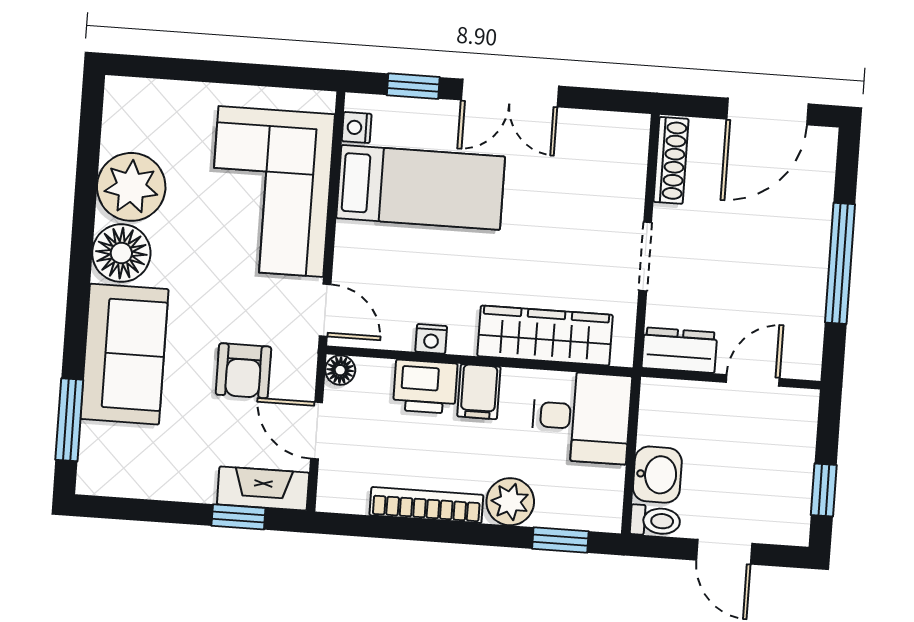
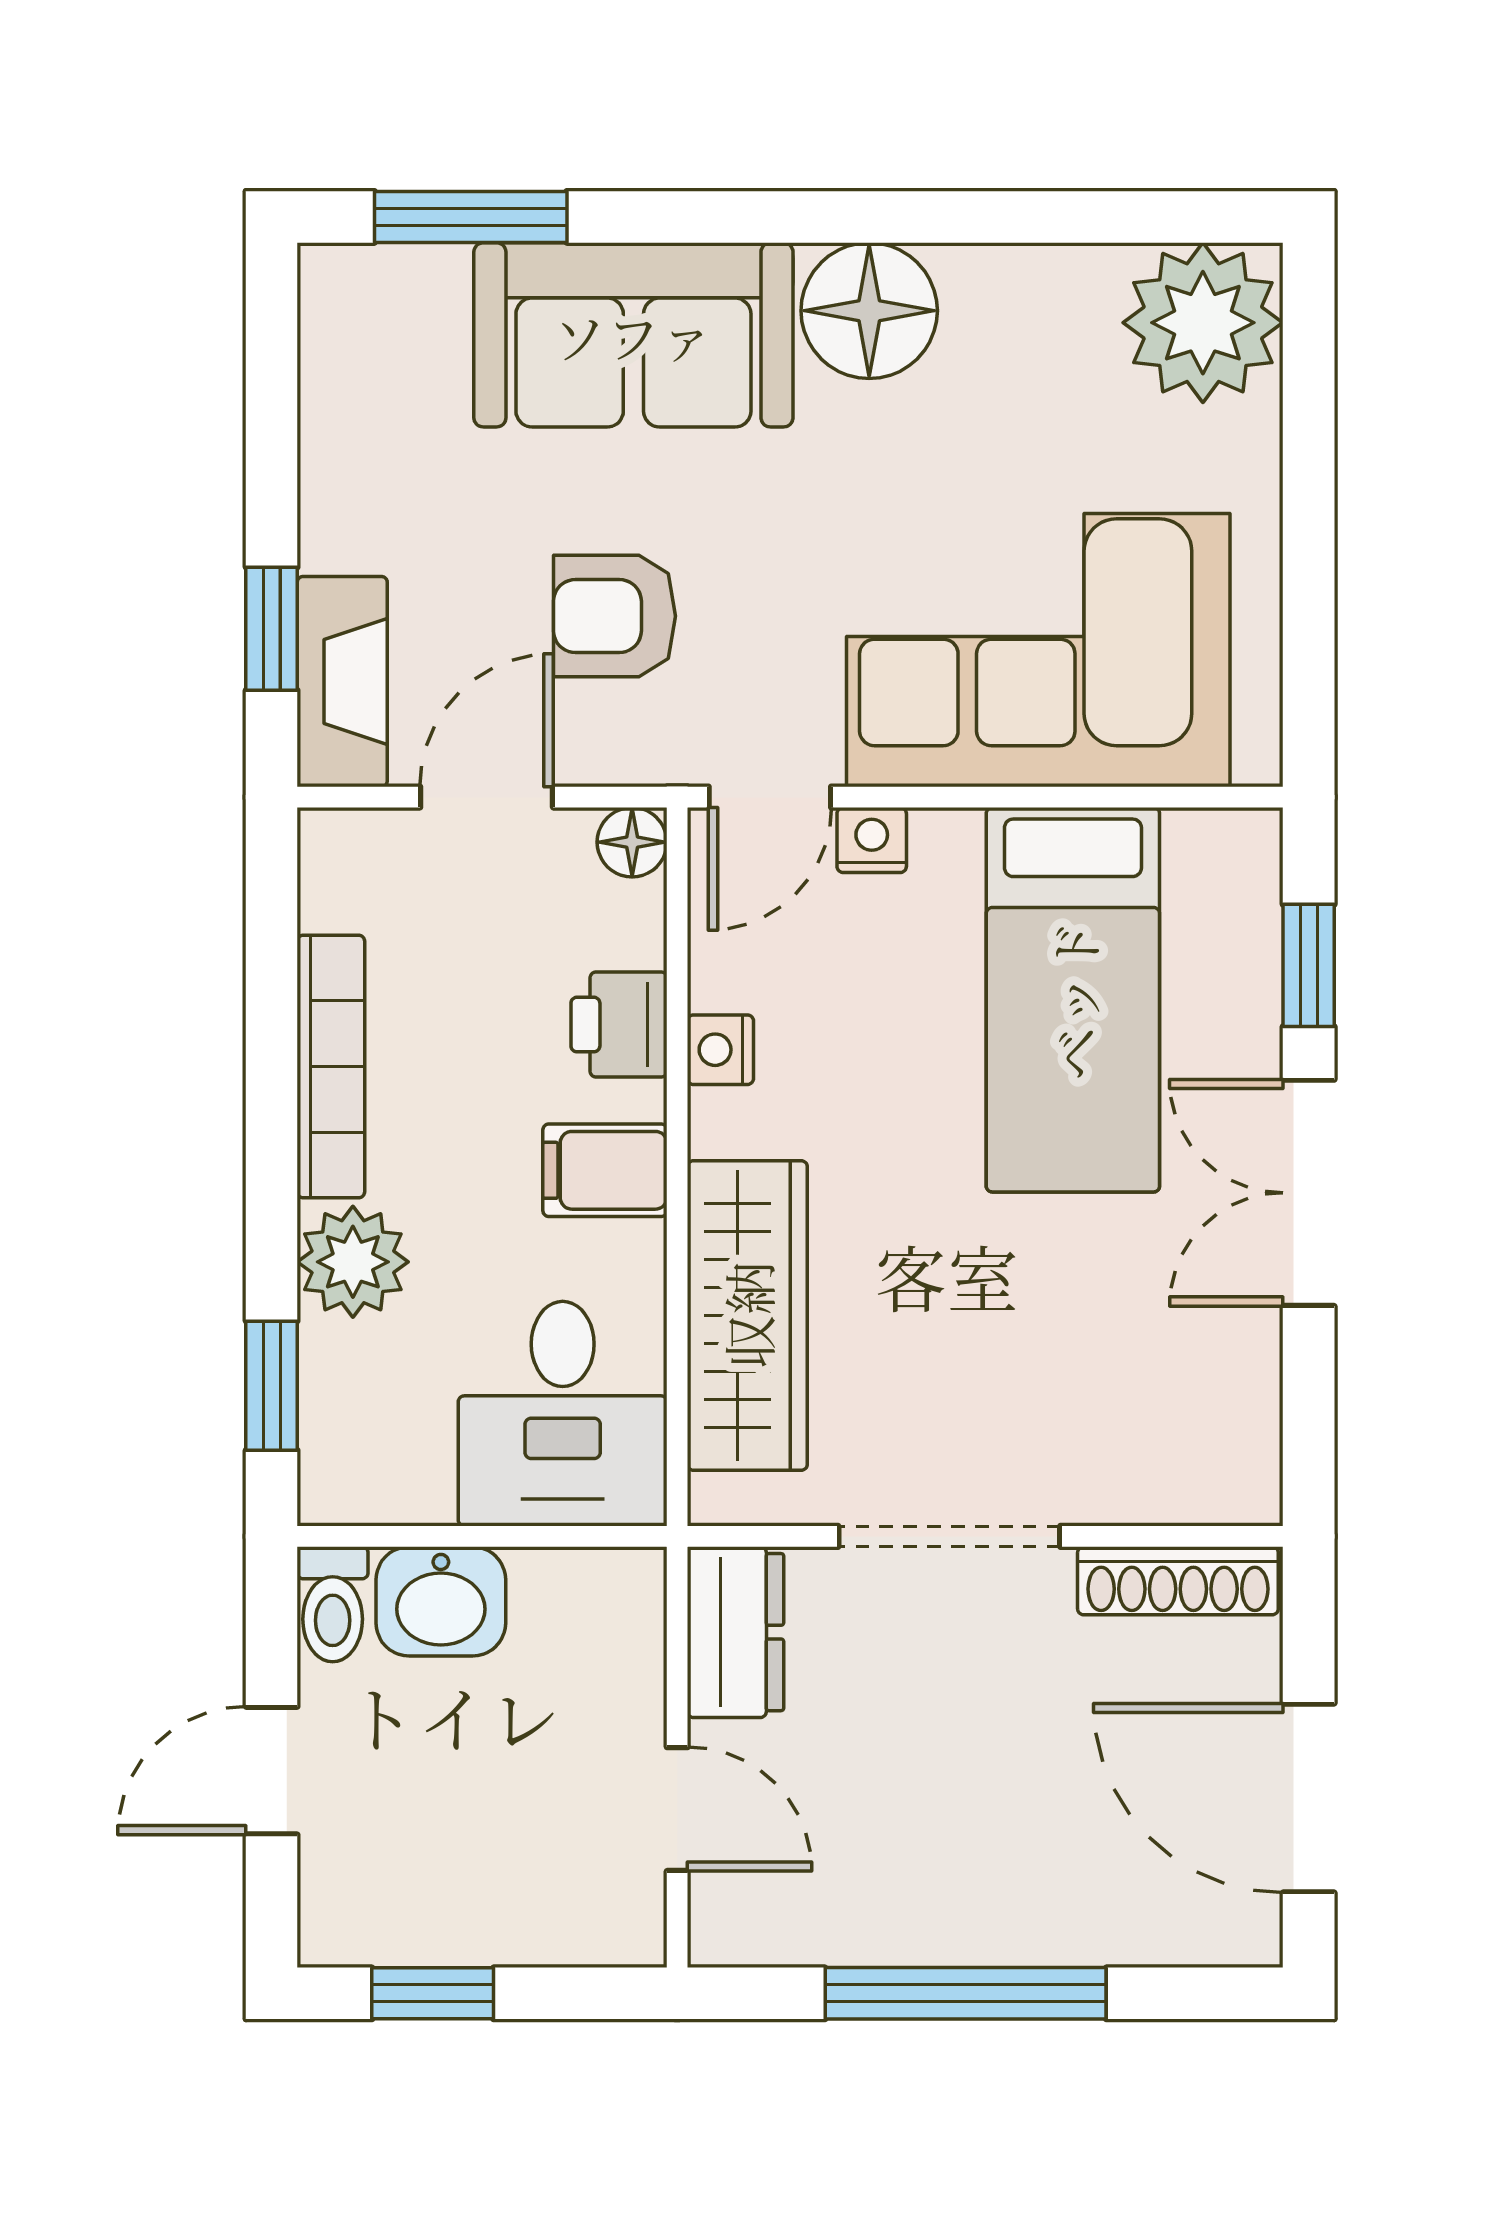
nightstand: (357, 128) -> (872, 840), moved
plant: (131, 187) -> (1203, 323), moved
doorway: (645, 256) -> (949, 1536), width x1.38
printer: (425, 387) -> (619, 1025), width x0.73, depth x0.81

